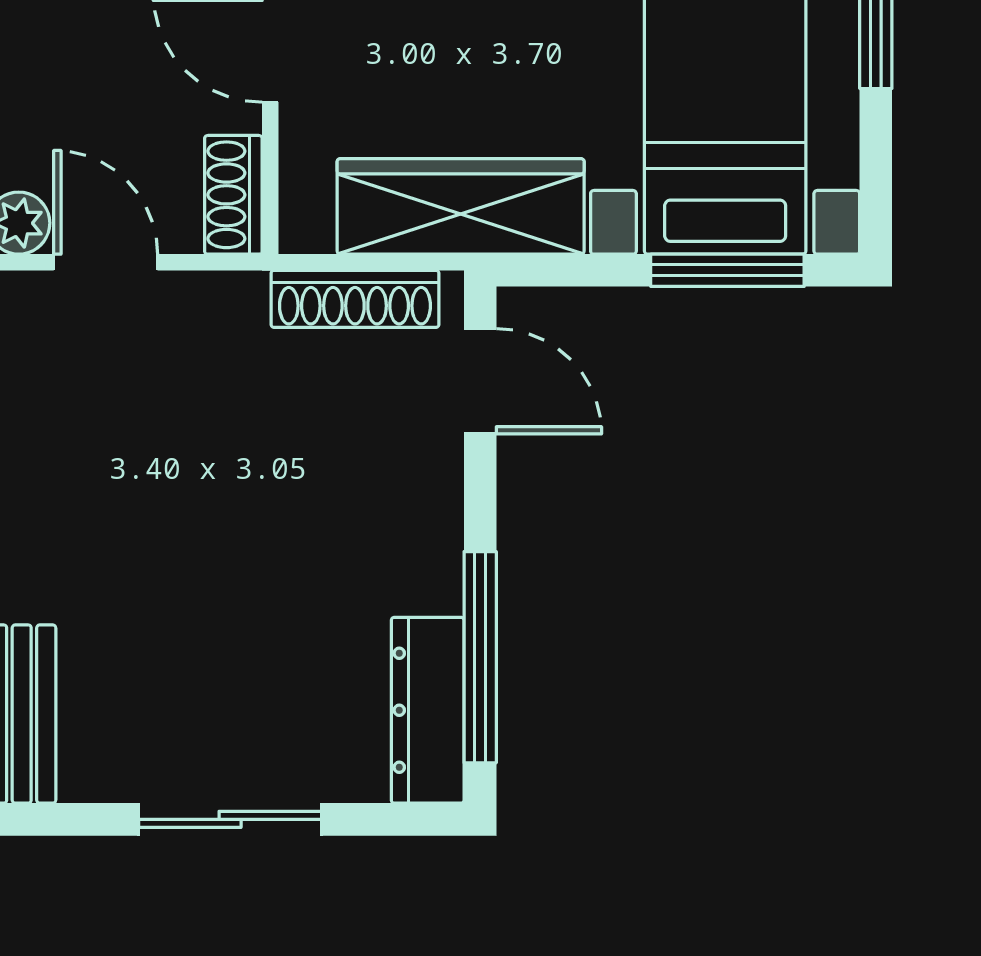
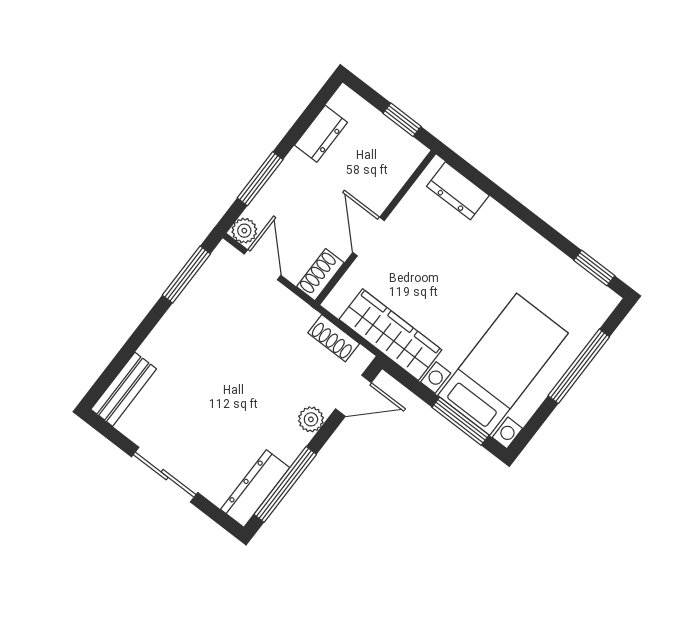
shoe rack: (355, 299) -> (334, 338), width x0.70
door: (480, 381) -> (353, 396), hinge flipped
plant: (433, 491) -> (311, 419), added

